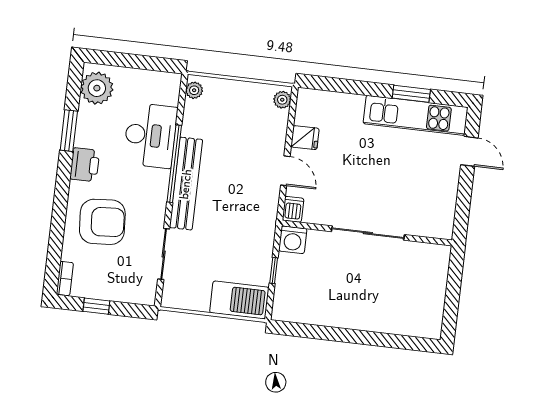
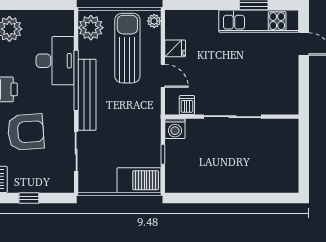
plant: (194, 90) -> (91, 28), width x1.88, depth x1.88
sun lounger: (244, 130) -> (127, 48), added
dishwasher: (293, 209) -> (187, 105), moved

